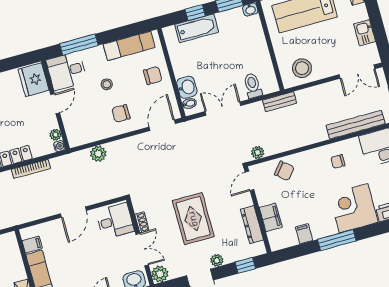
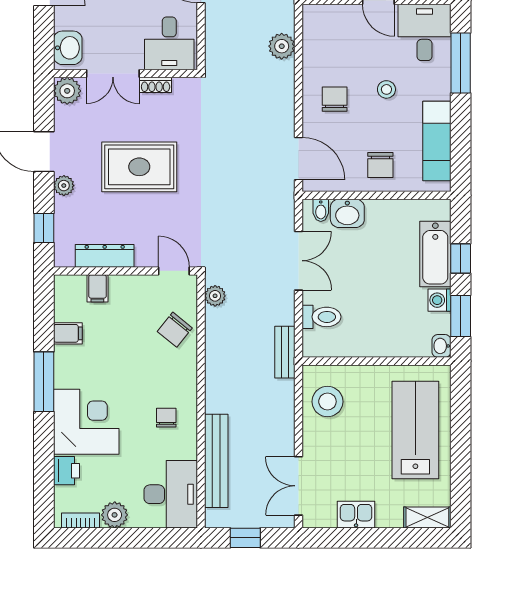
washing machine: (223, 18) -> (439, 300), added
filing cabinet: (271, 217) -> (97, 288), width x0.50

